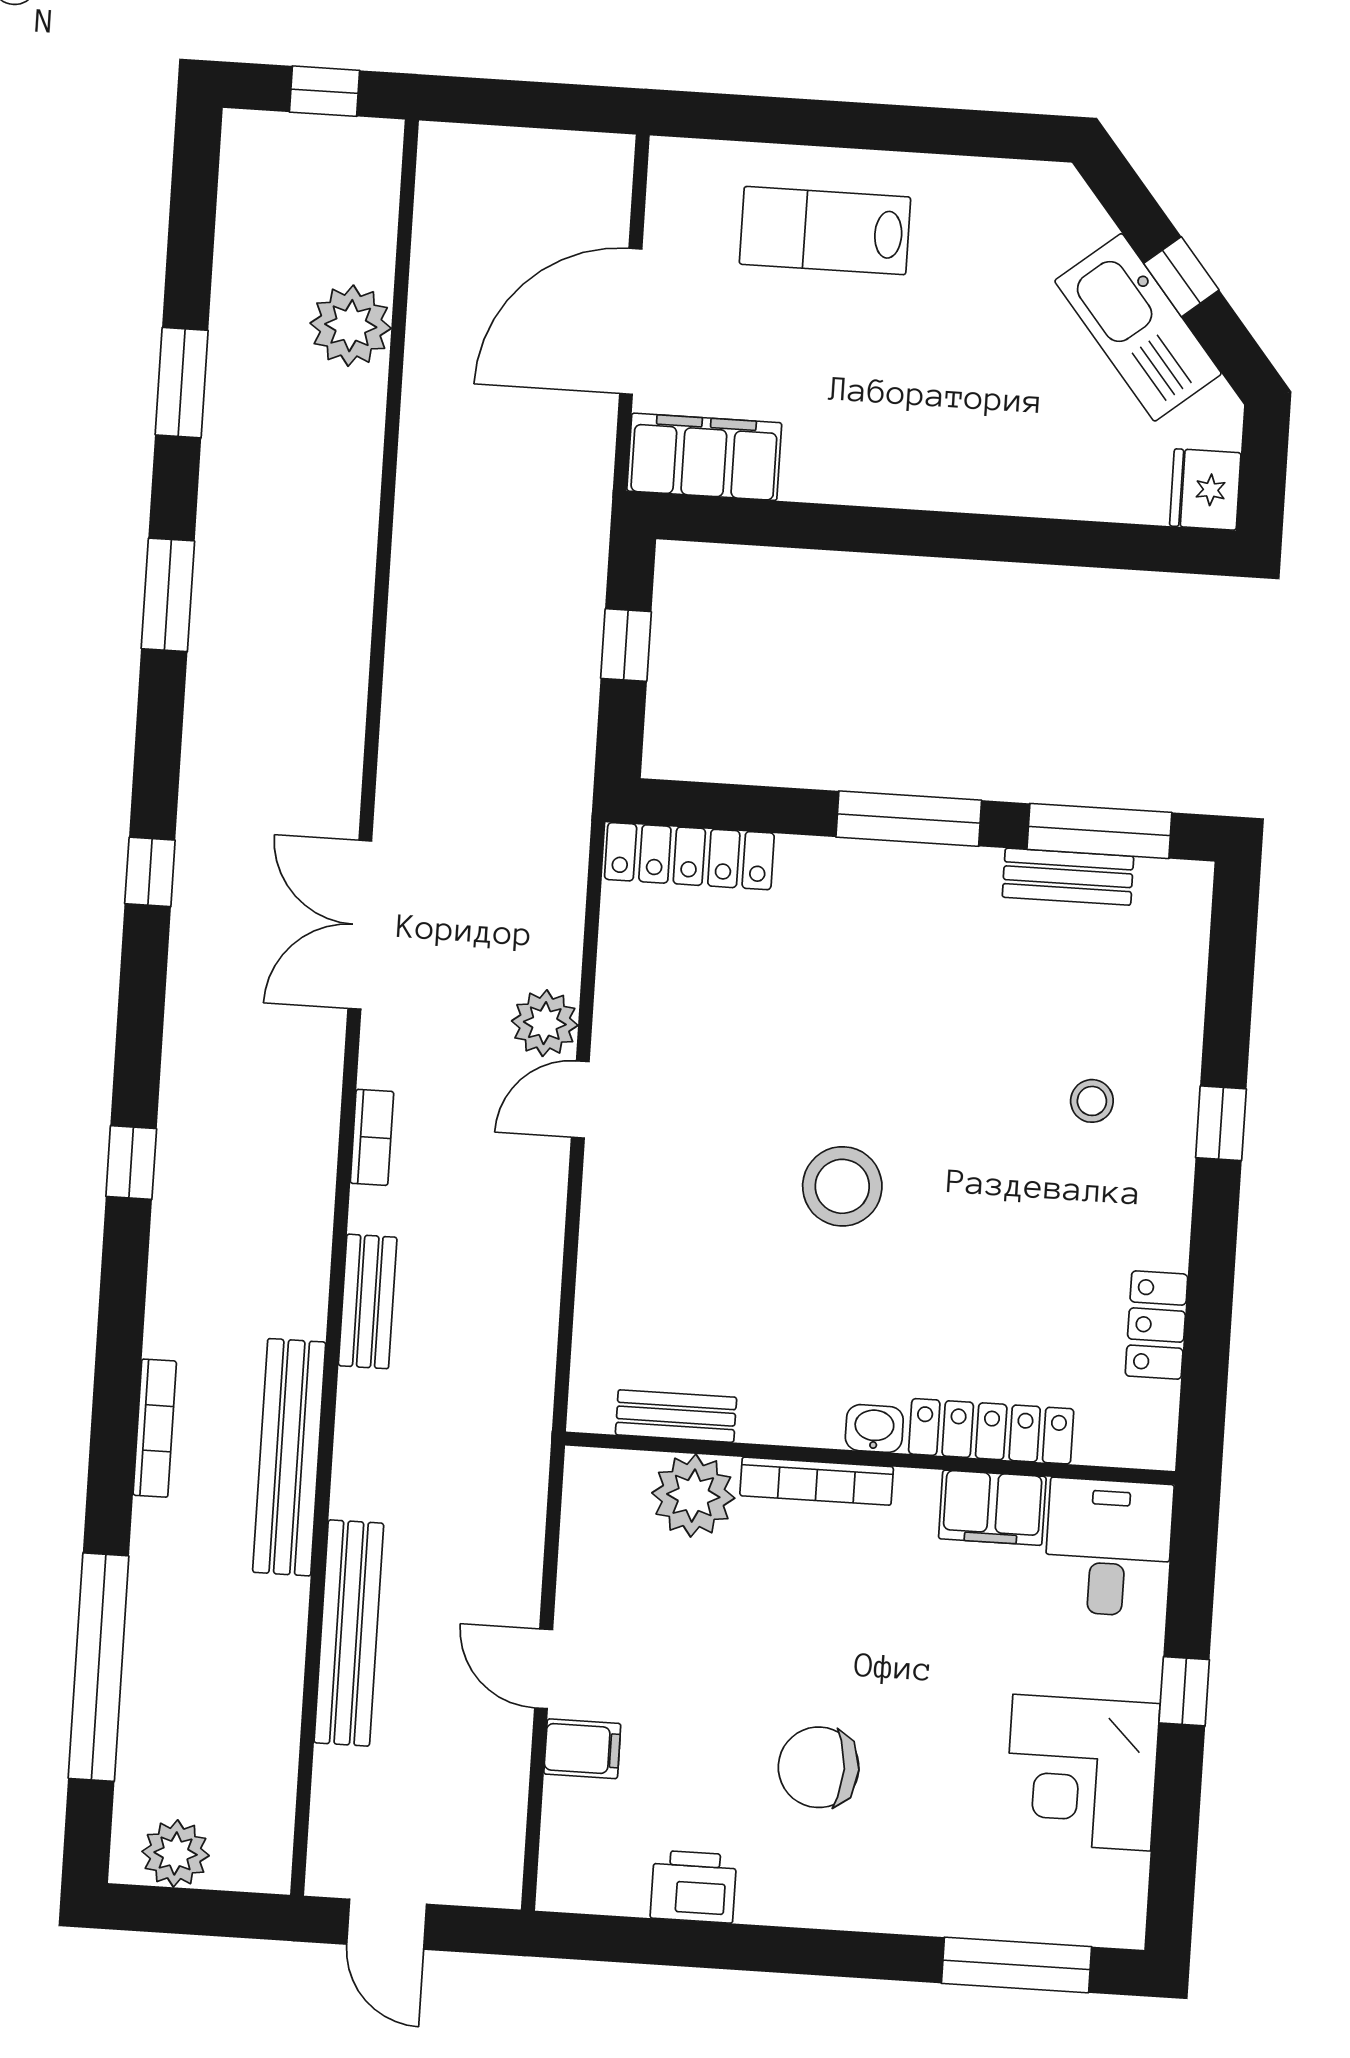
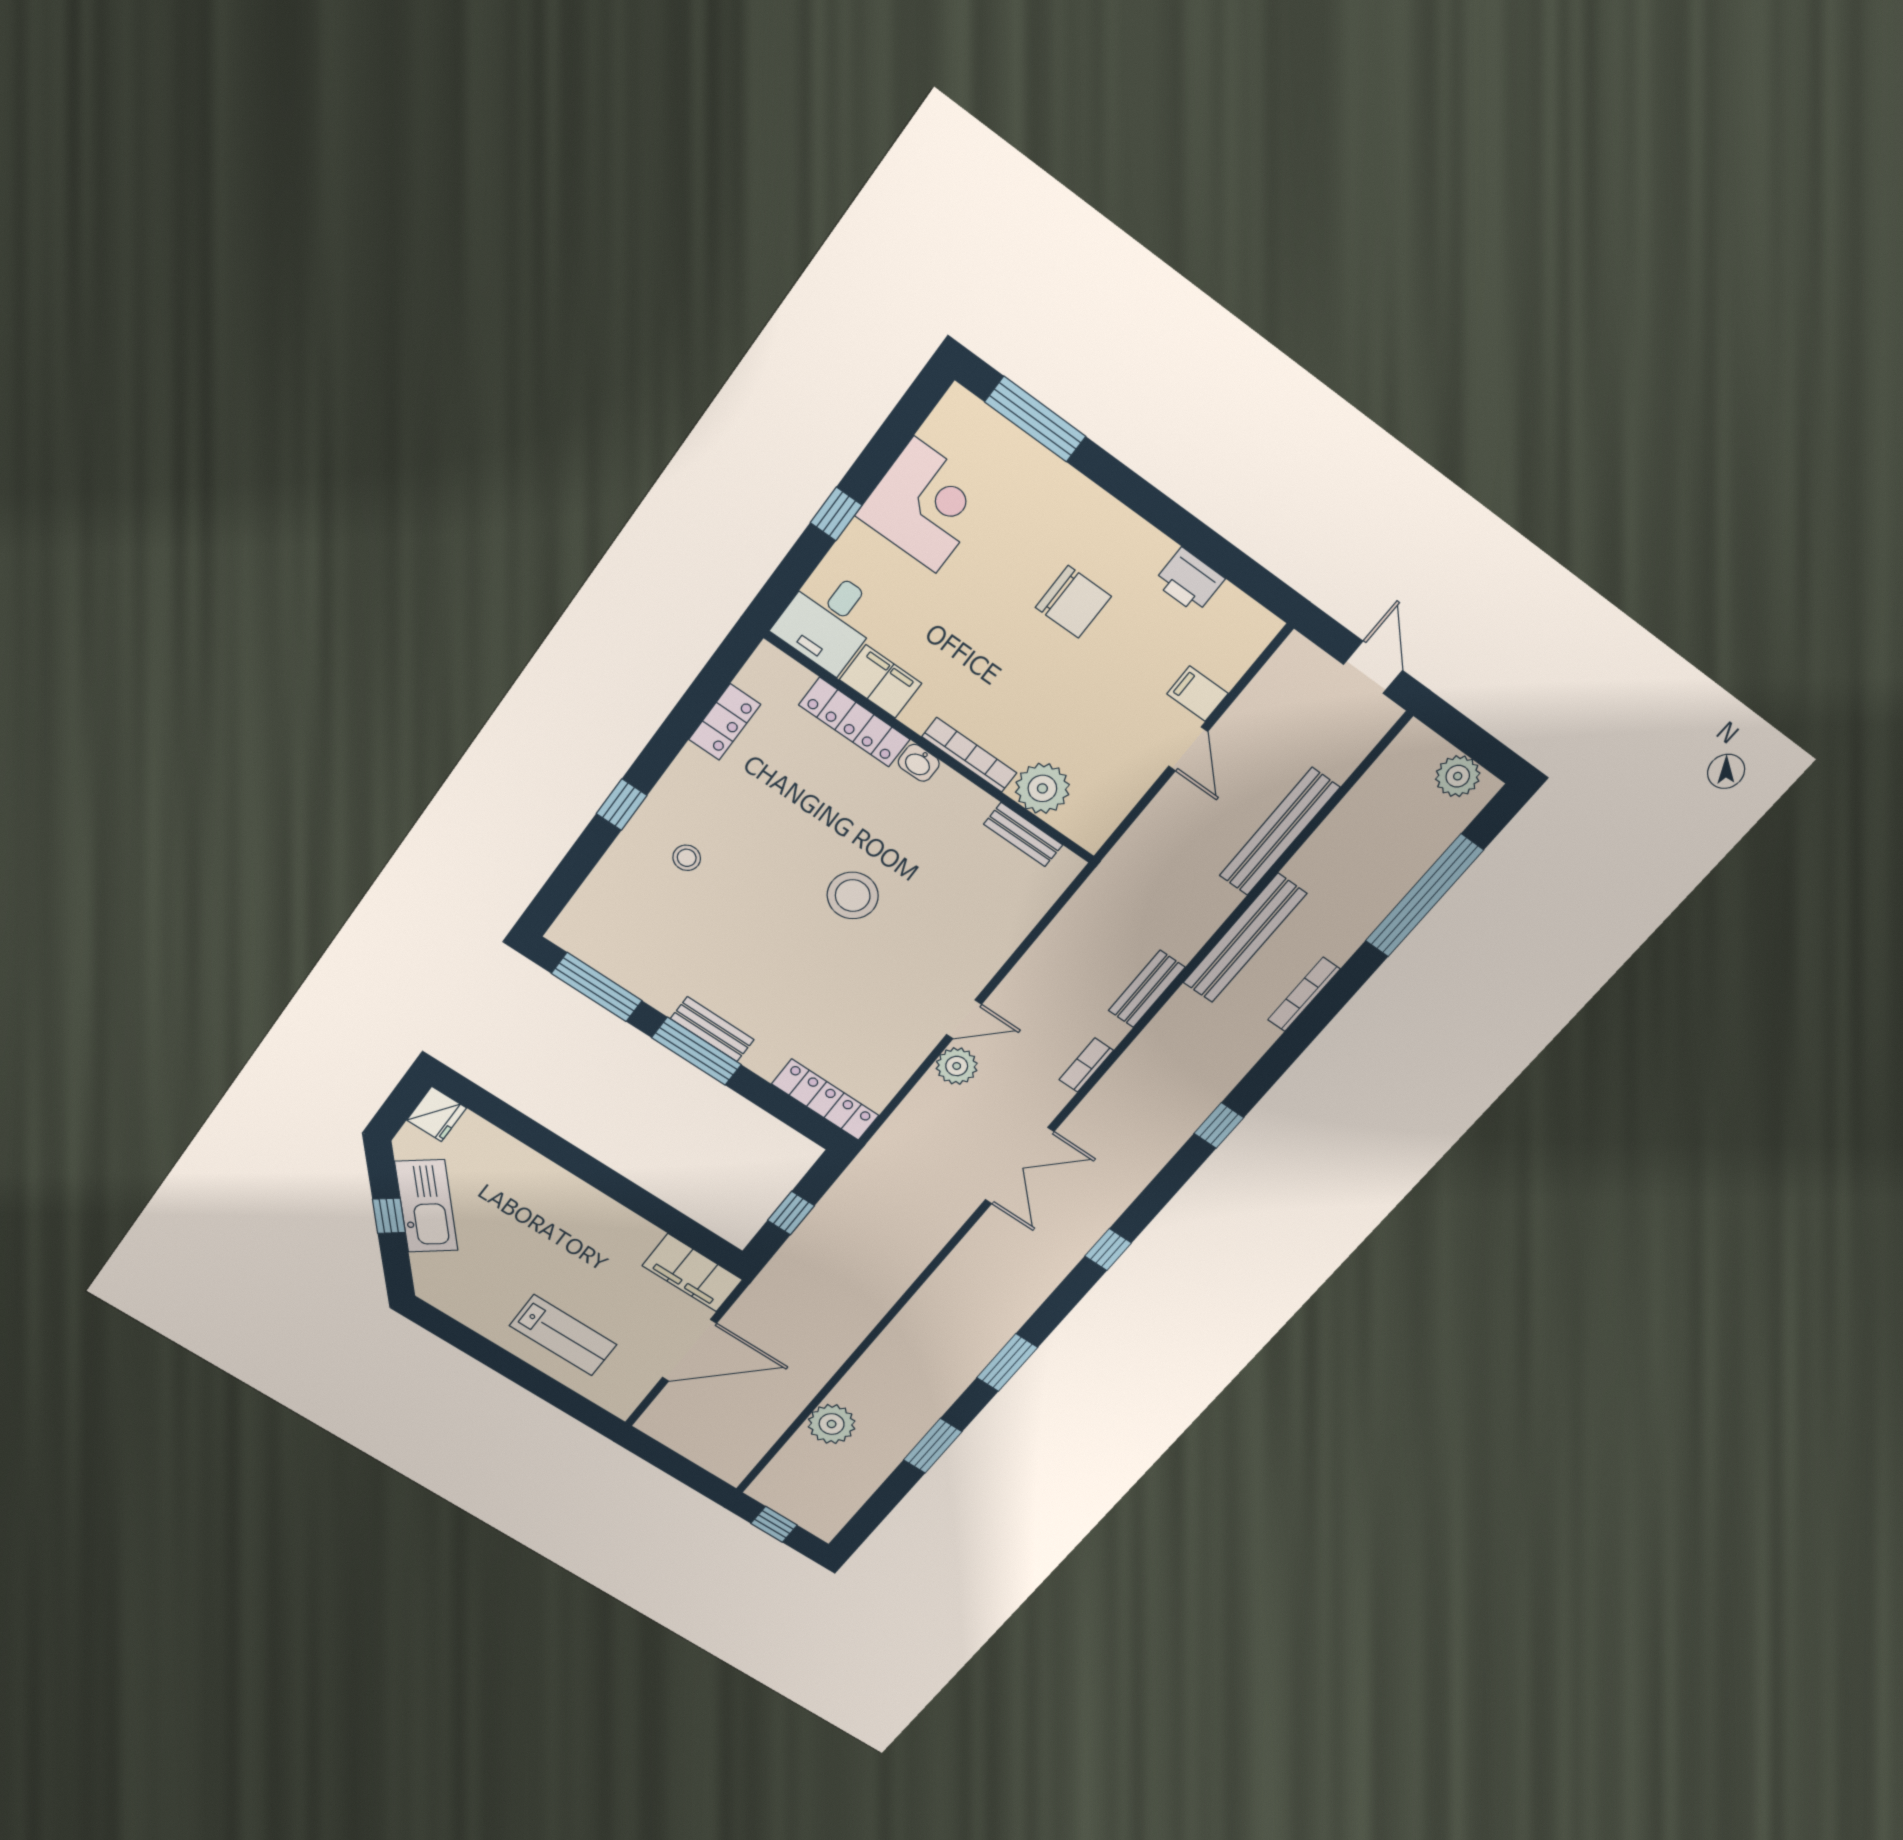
bench: (1068, 877) -> (712, 1029), moved

